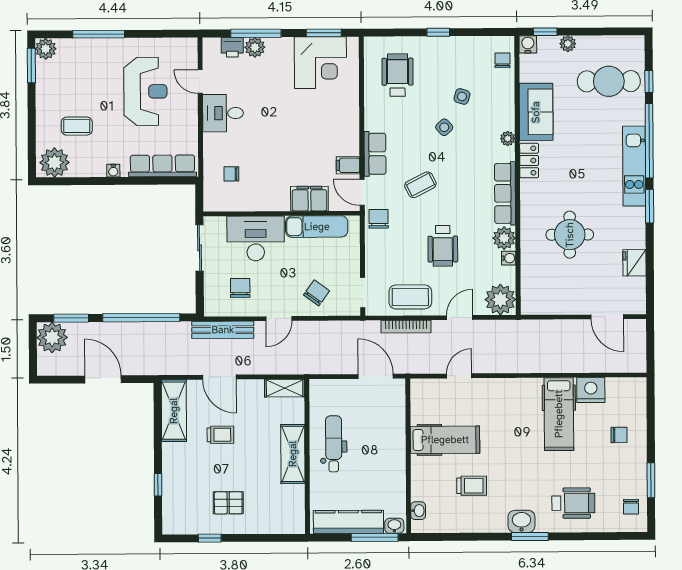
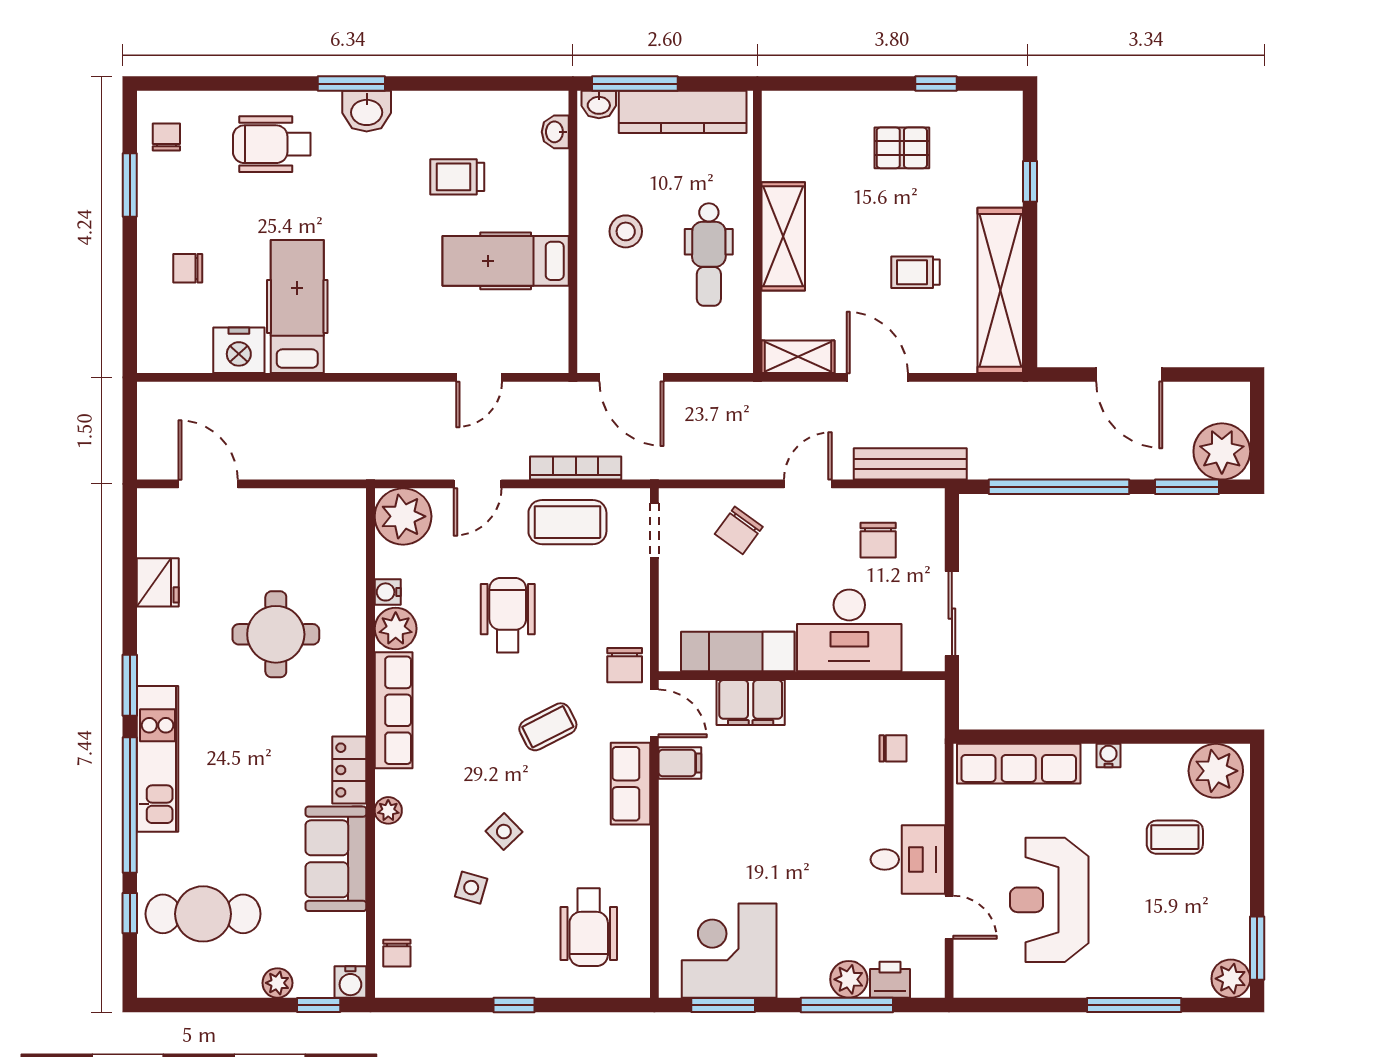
door: (219, 377) -> (877, 377), moved
shelving: (174, 411) -> (1000, 290), width x1.47
stool: (379, 456) -> (626, 231), added

